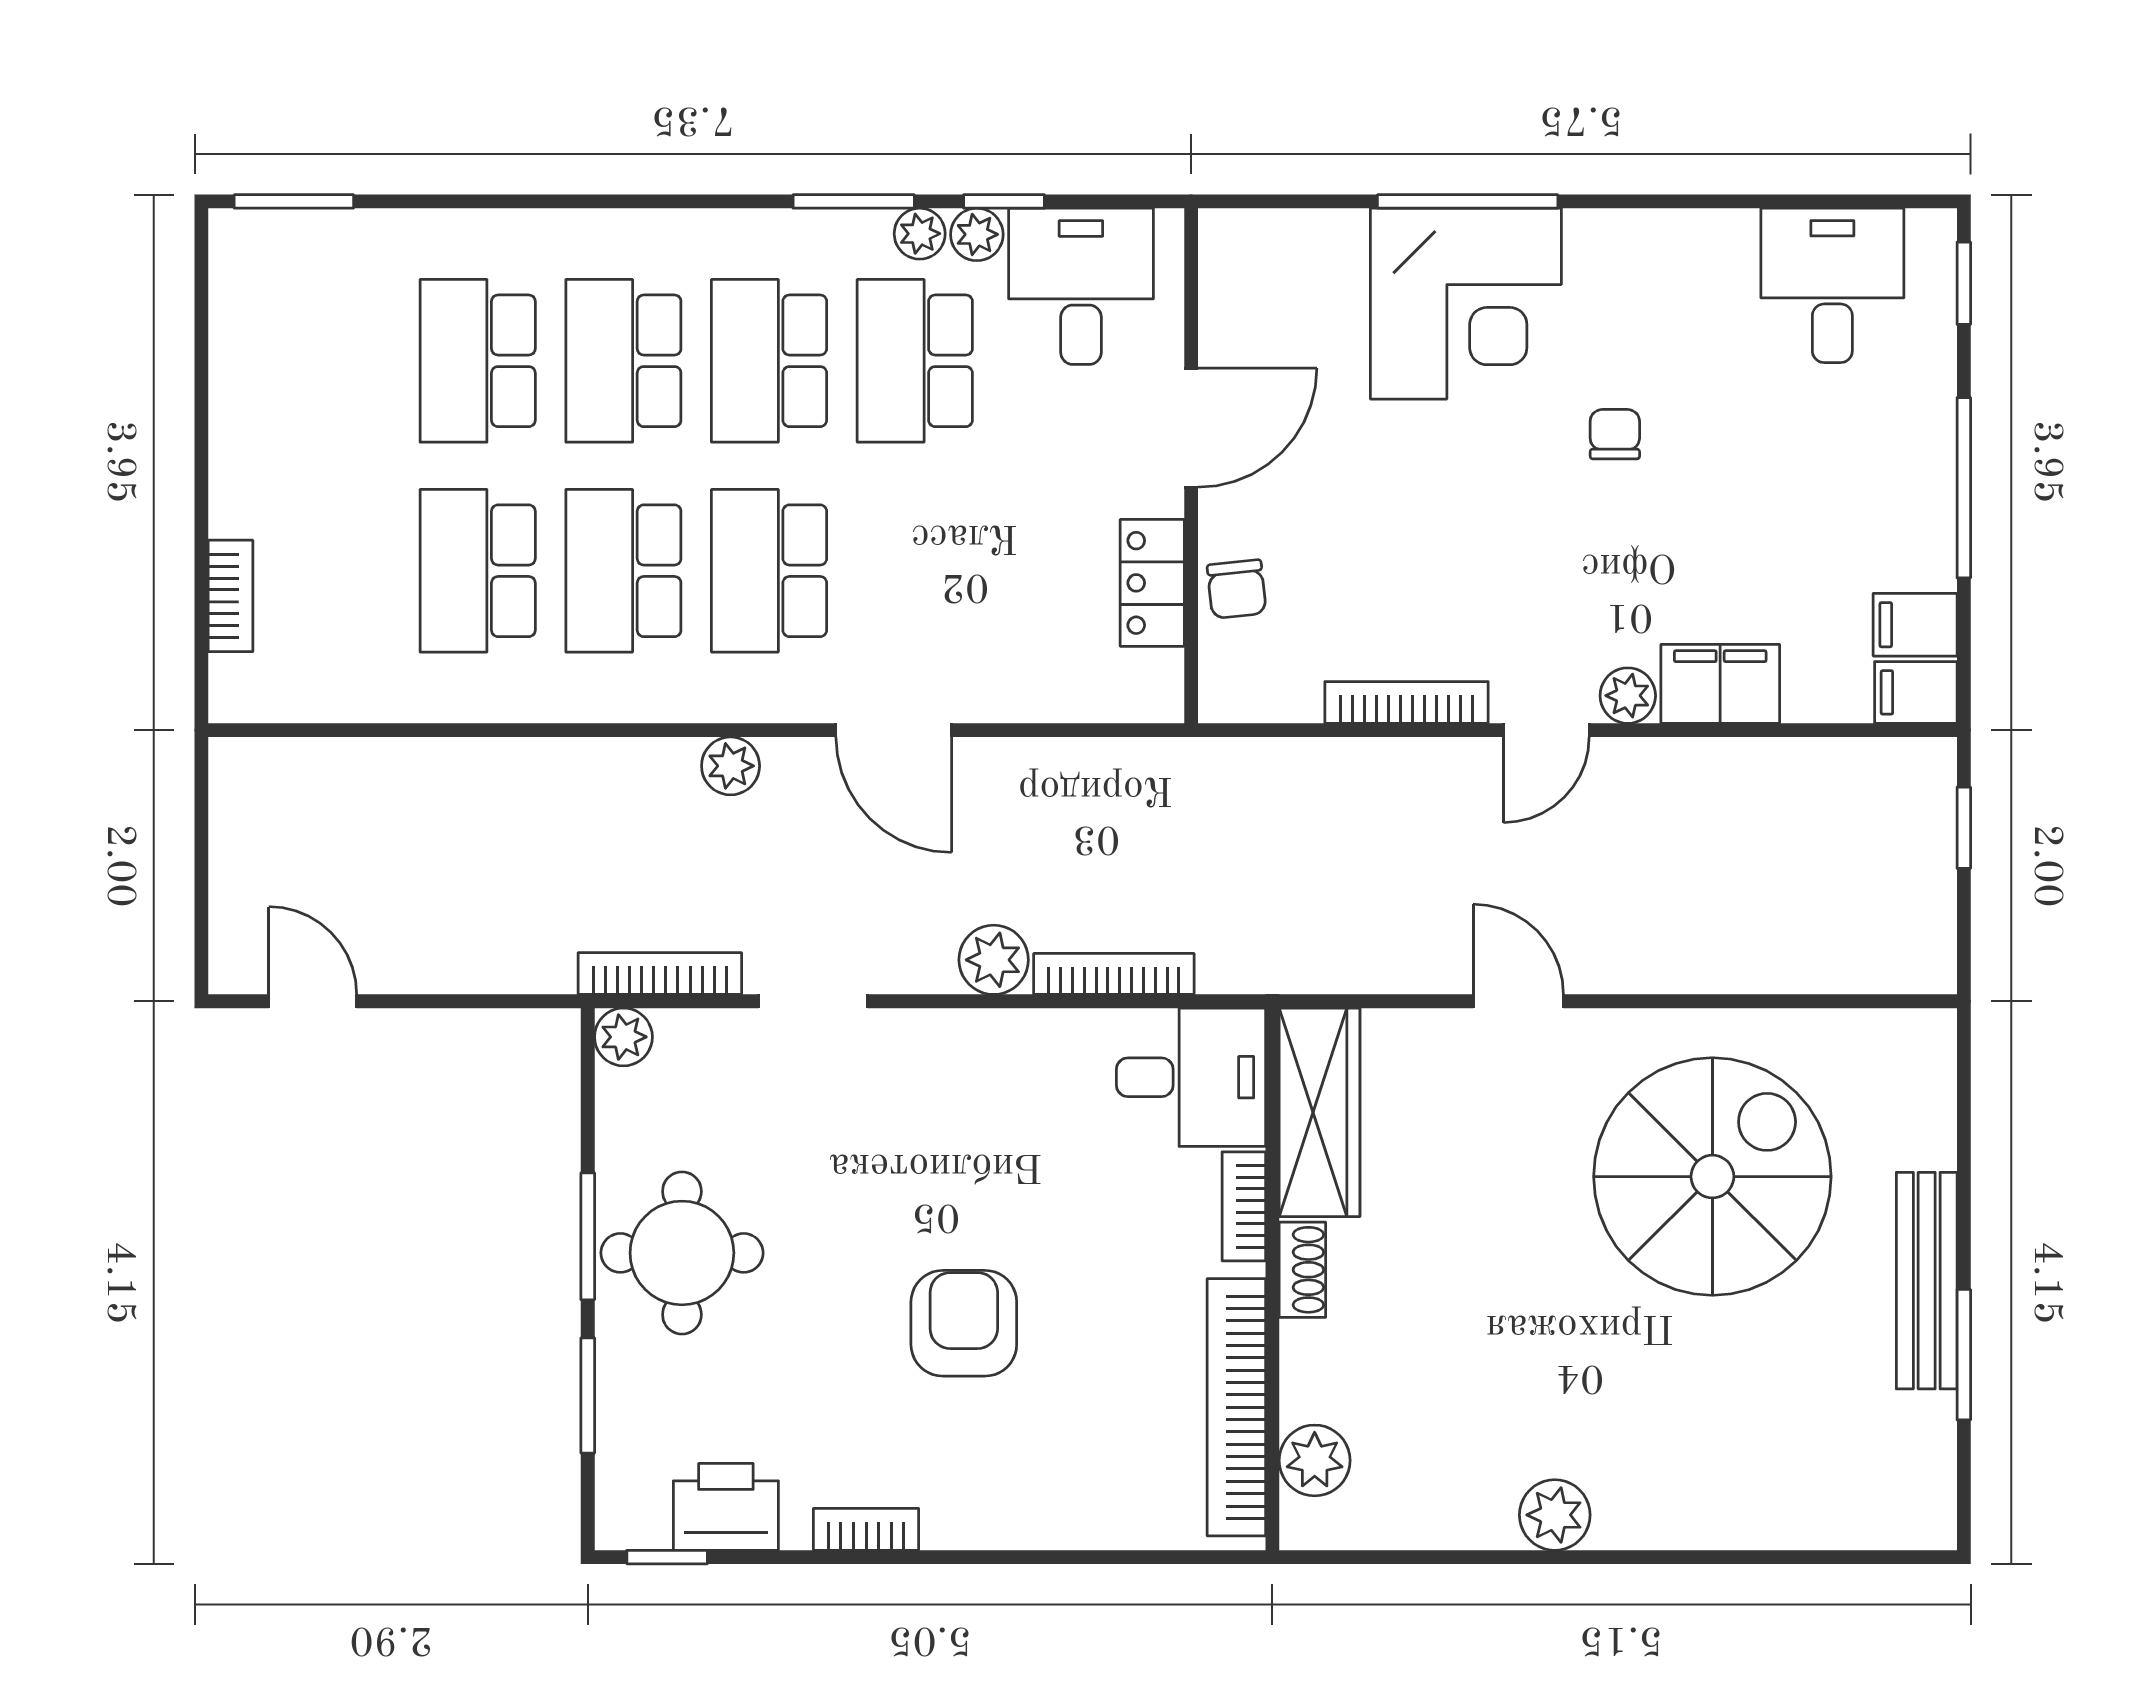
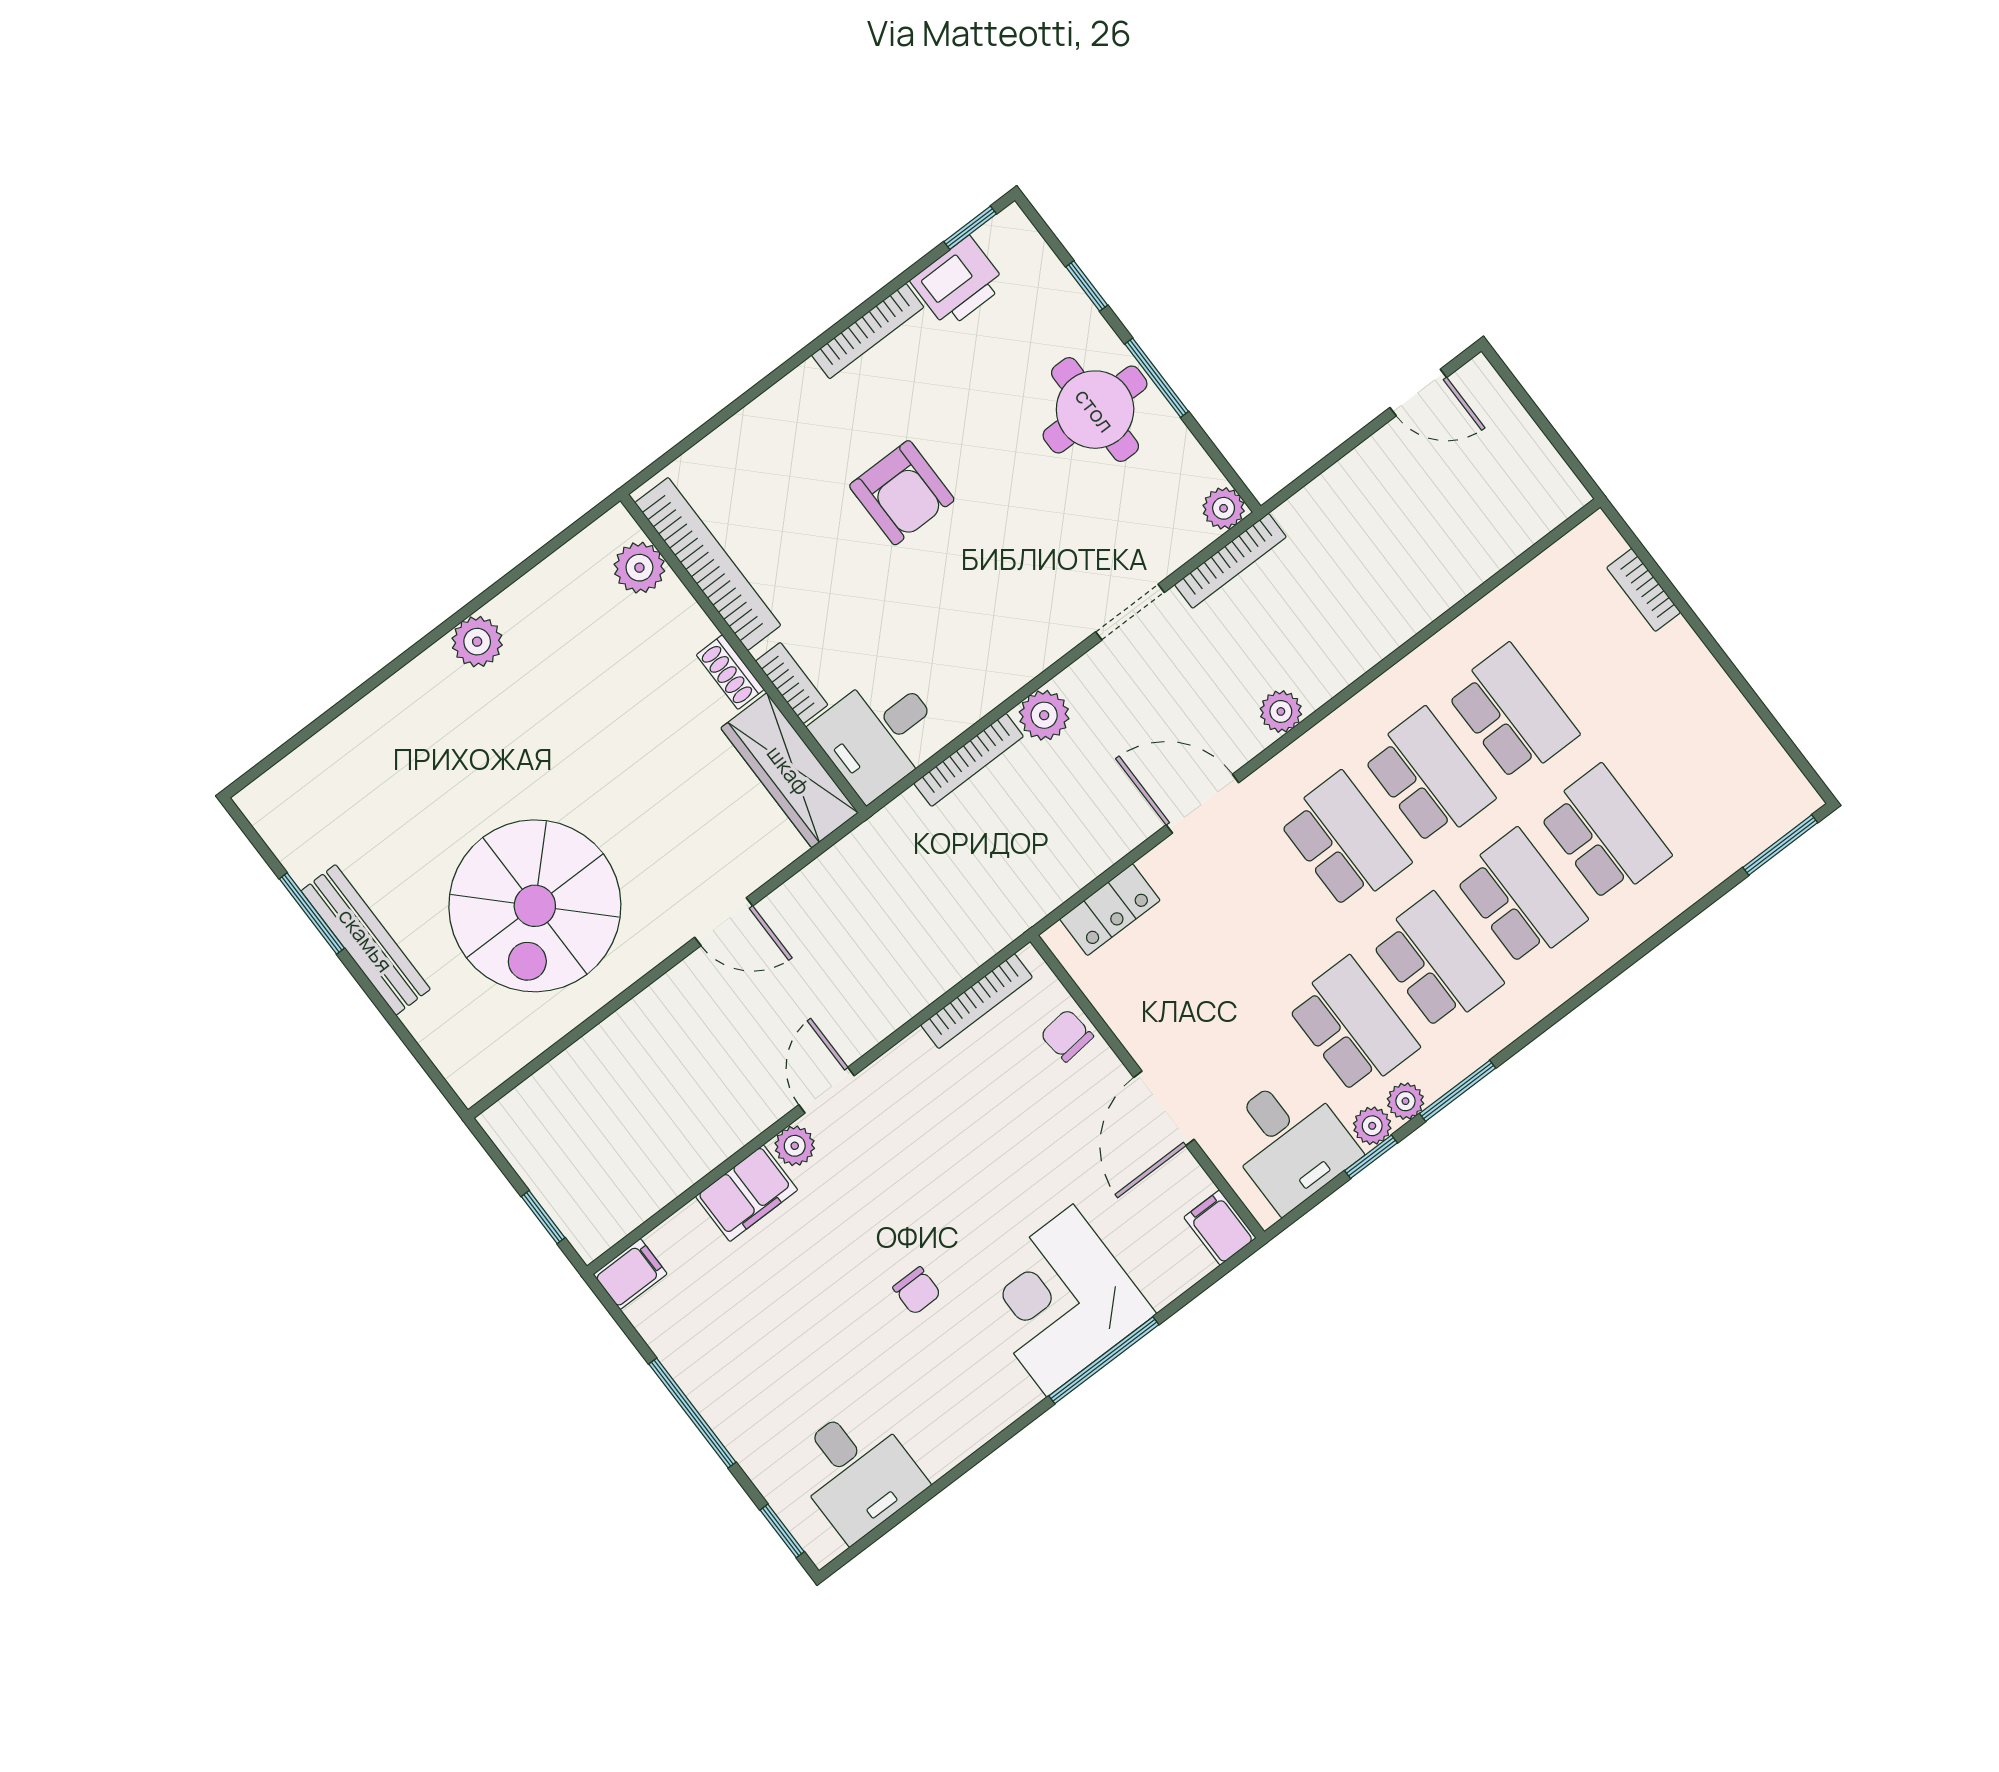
locker: (1152, 583) -> (1110, 910), moved, turned 90
filing cabinet: (1915, 625) -> (1220, 1228), moved, turned -90
bookcase: (1407, 702) -> (977, 1001), moved
window: (588, 1395) -> (1087, 286), width x0.67
bookcase: (866, 1529) -> (868, 331), width x1.56

